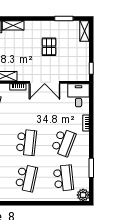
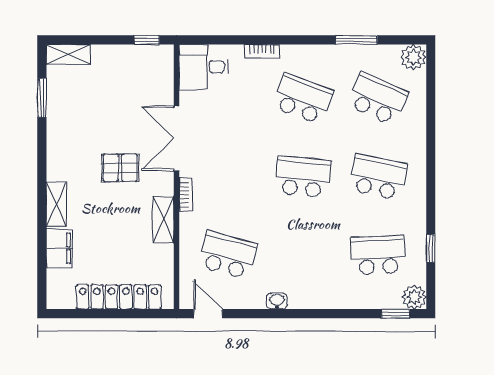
pallet: (49, 47) -> (120, 168), moved
double door: (45, 82) -> (177, 138), swing flipped
school desk: (63, 178) -> (378, 99), turned 30

